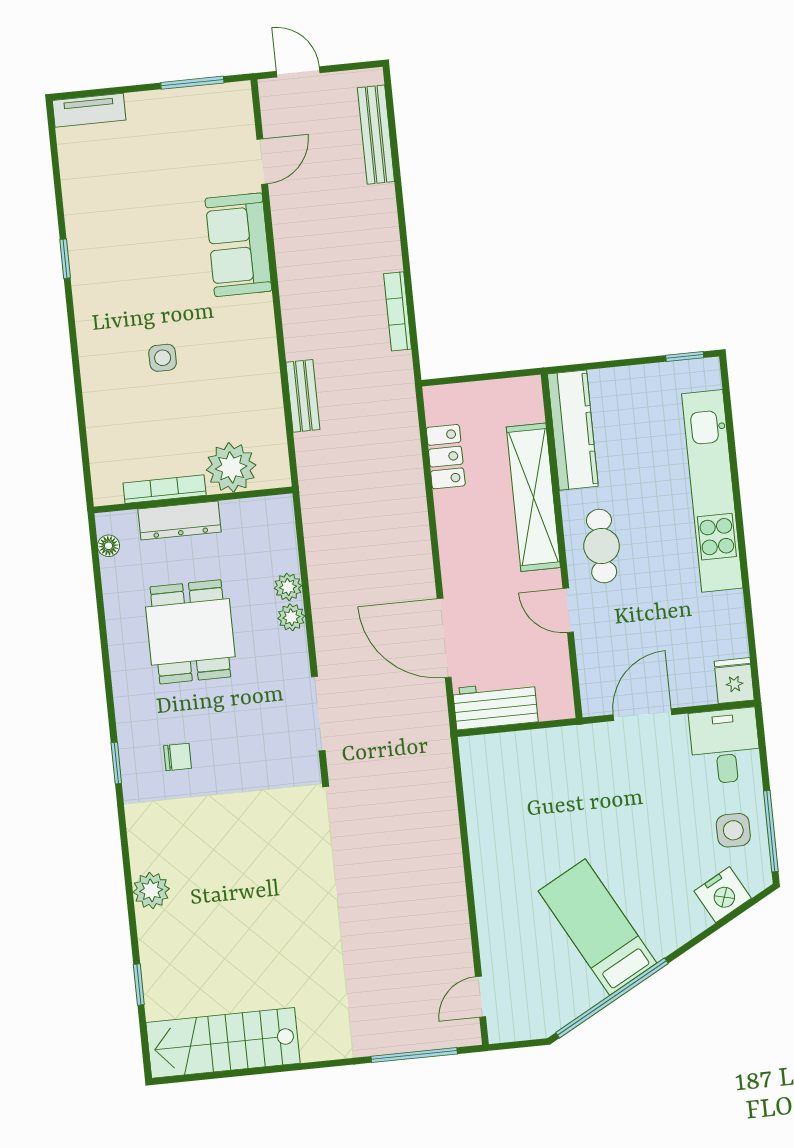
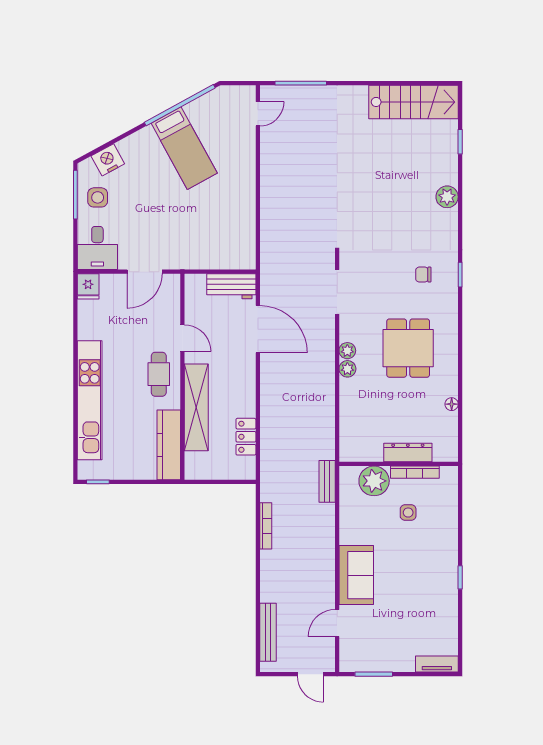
plant: (231, 467) -> (374, 481), moved
bookcase: (165, 489) -> (415, 472), moved
wall: (193, 500) -> (399, 464), moved
dresser: (180, 520) -> (408, 453), moved

